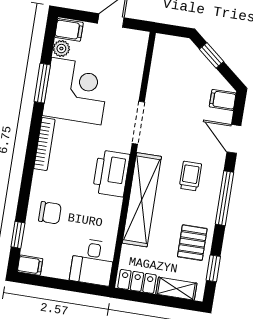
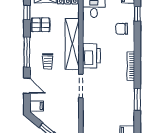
plant: (61, 49) -> (130, 120), removed
corner desk: (76, 91) -> (118, 98), removed
pallet: (192, 243) -> (41, 25), turned 90

